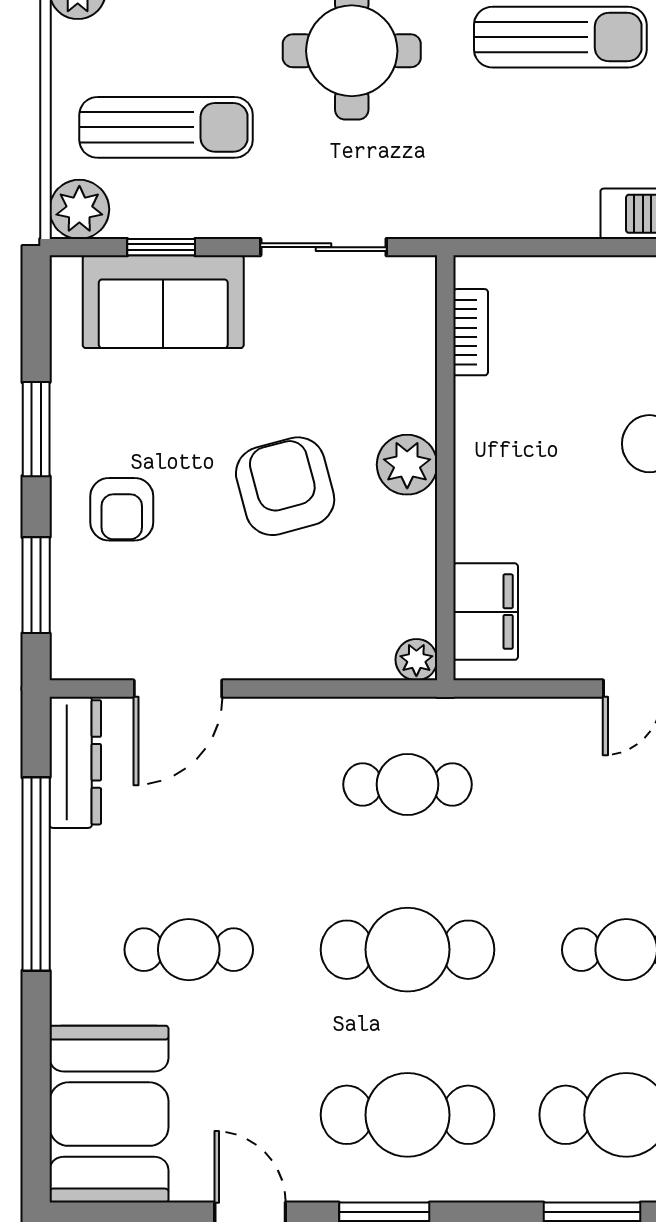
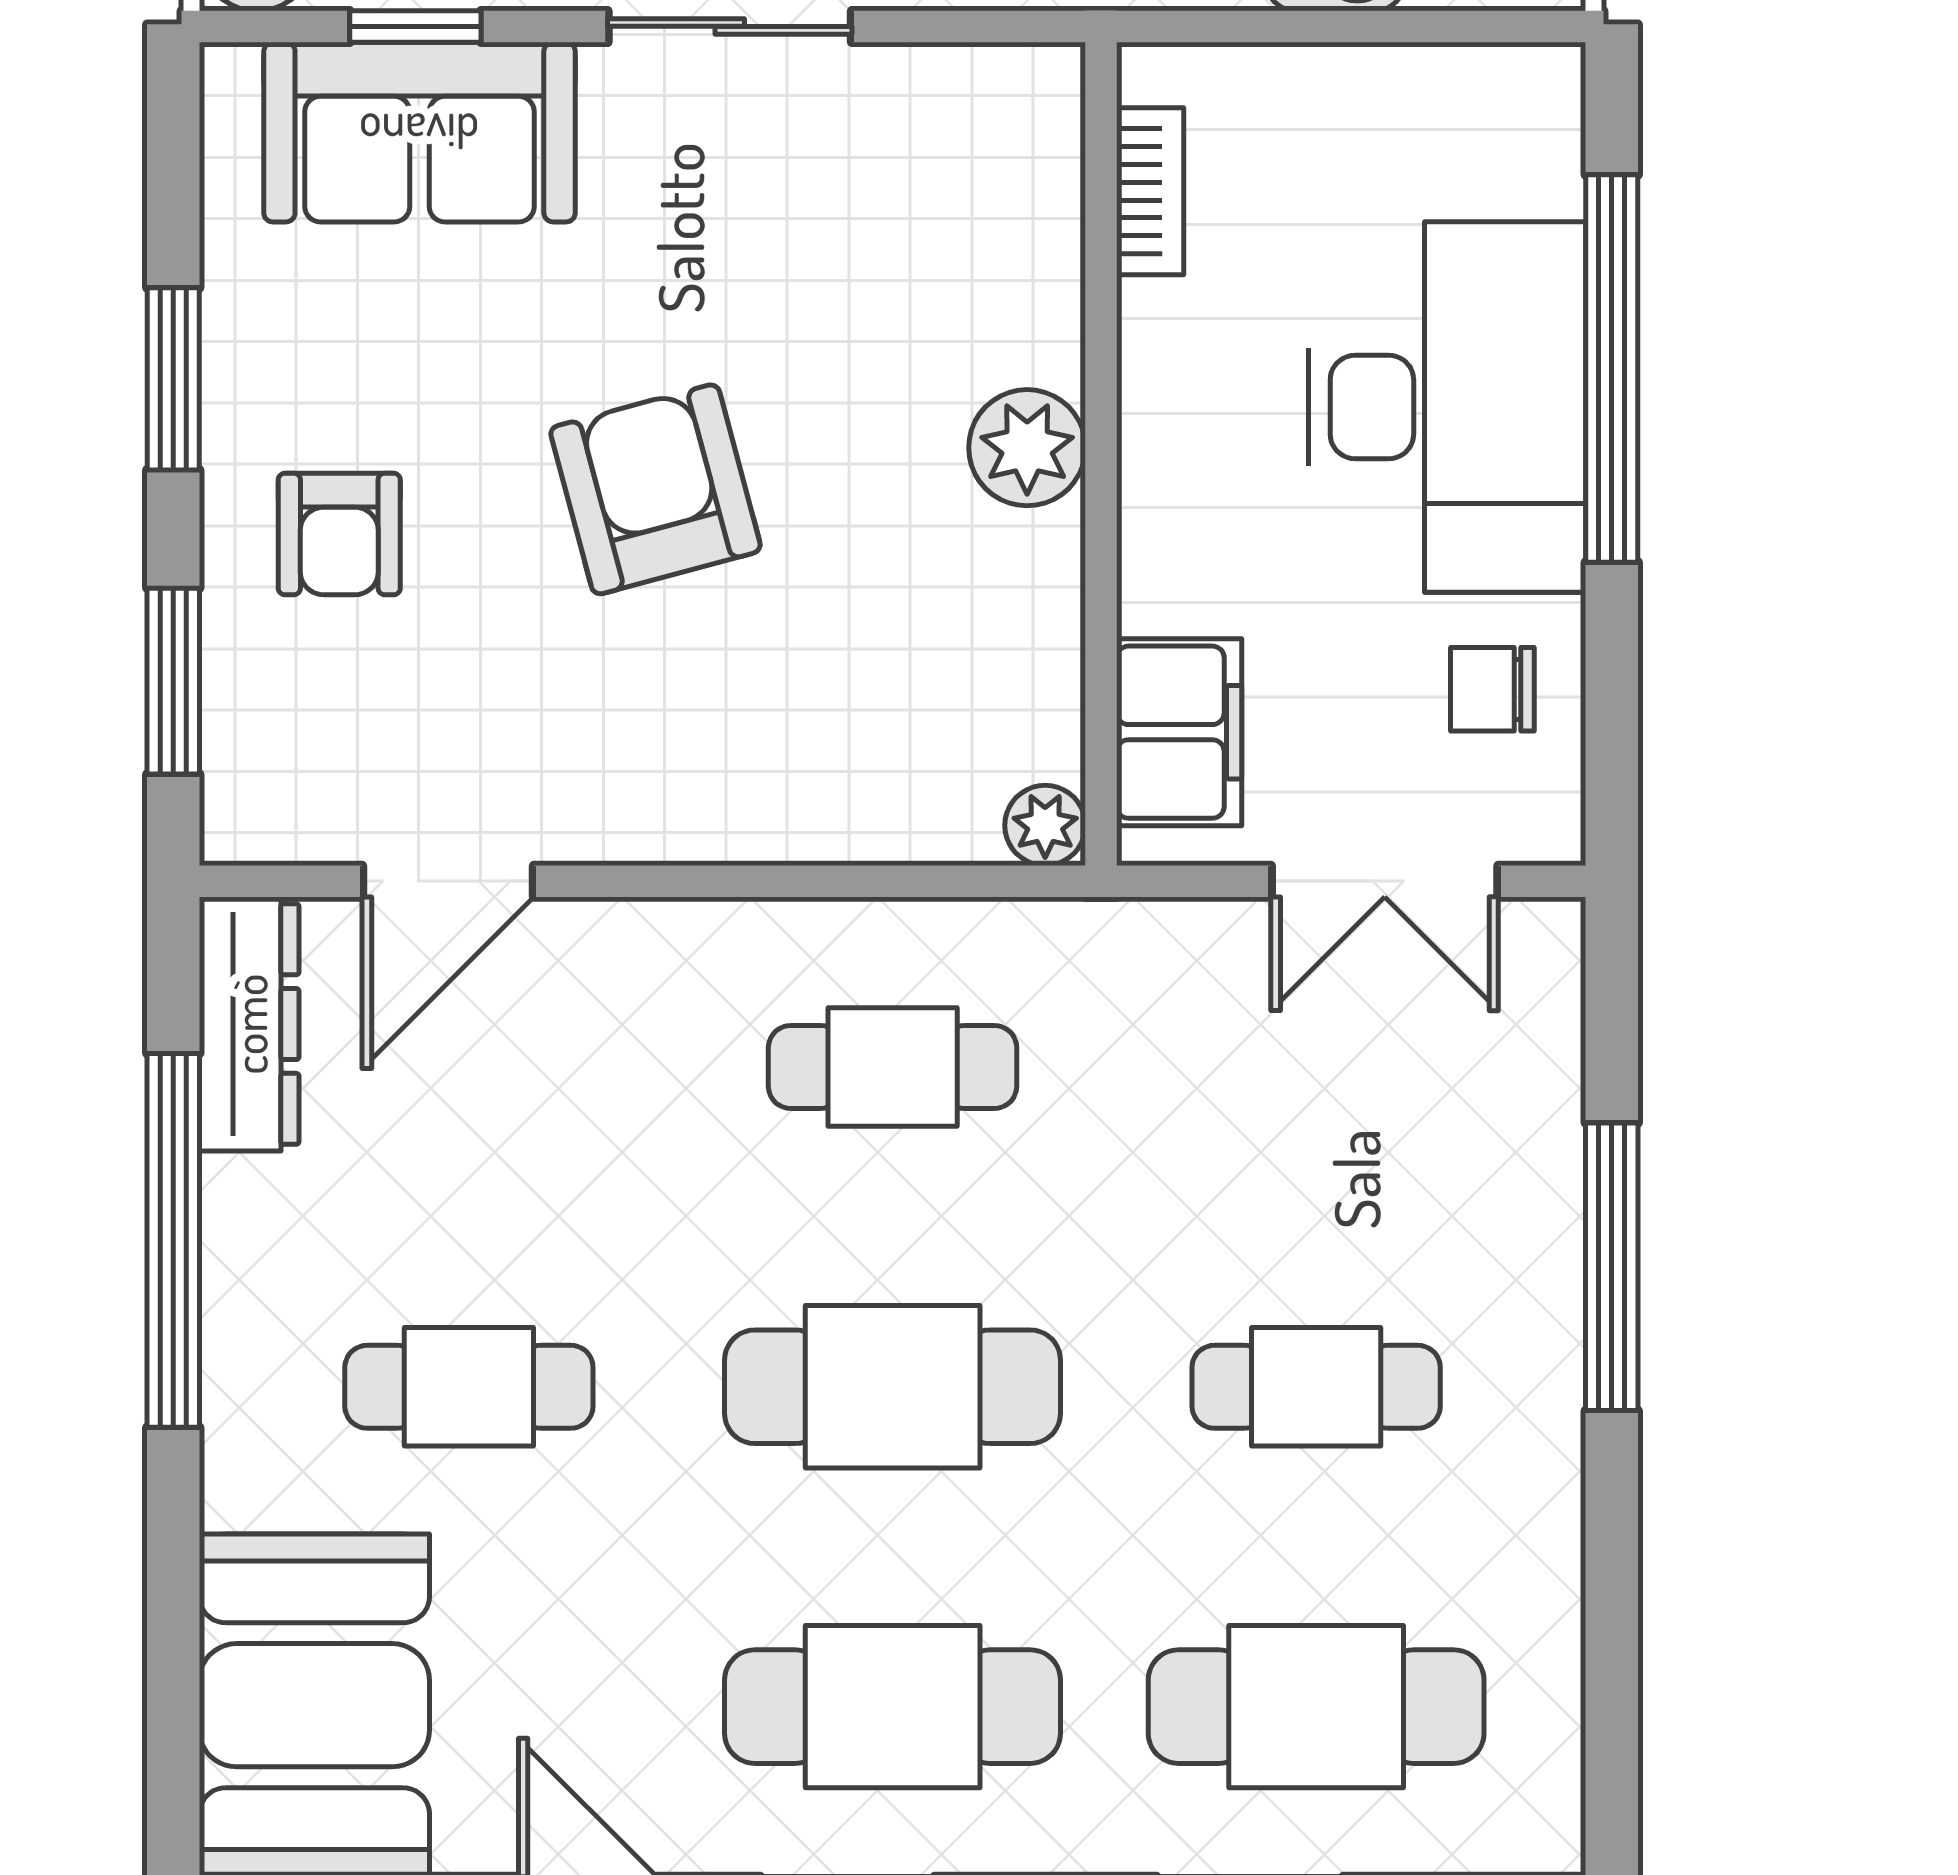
bookcase: (471, 332) -> (1150, 191), moved
plant: (407, 465) -> (1027, 448), moved
wall: (445, 468) -> (1101, 454), moved
filing cabinet: (486, 612) -> (1179, 732), moved
plant: (416, 660) -> (1045, 825), moved

